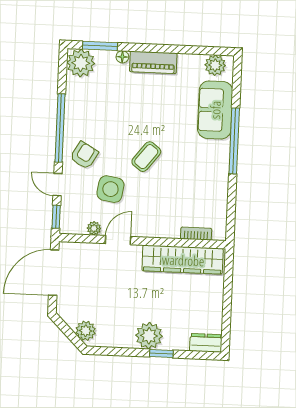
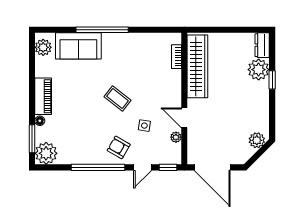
side table: (110, 189) -> (144, 126), width x0.54, depth x0.54
plant: (149, 336) -> (259, 70), moved

